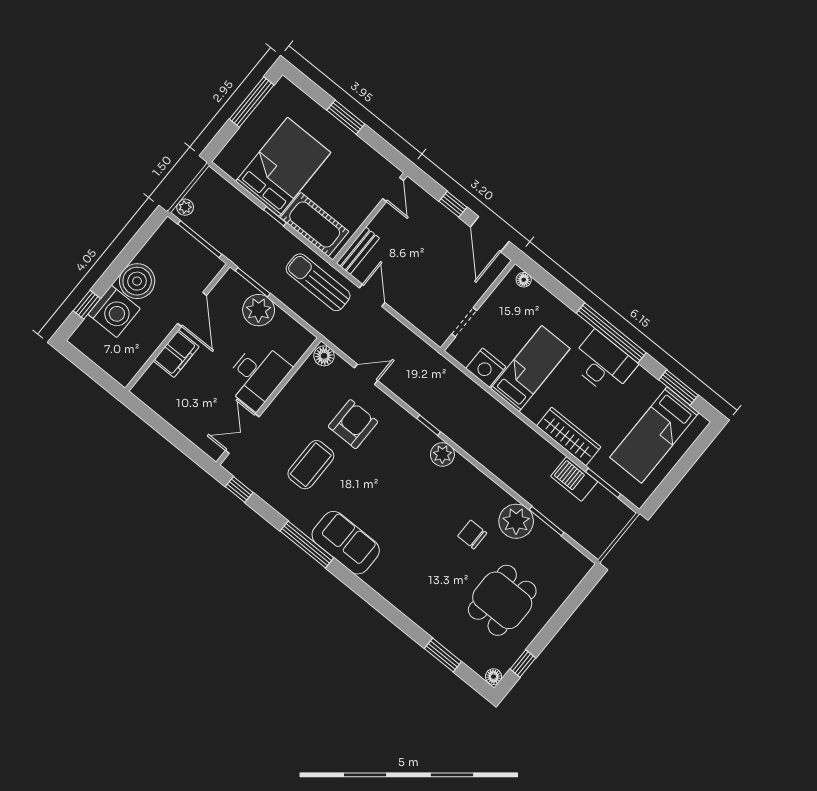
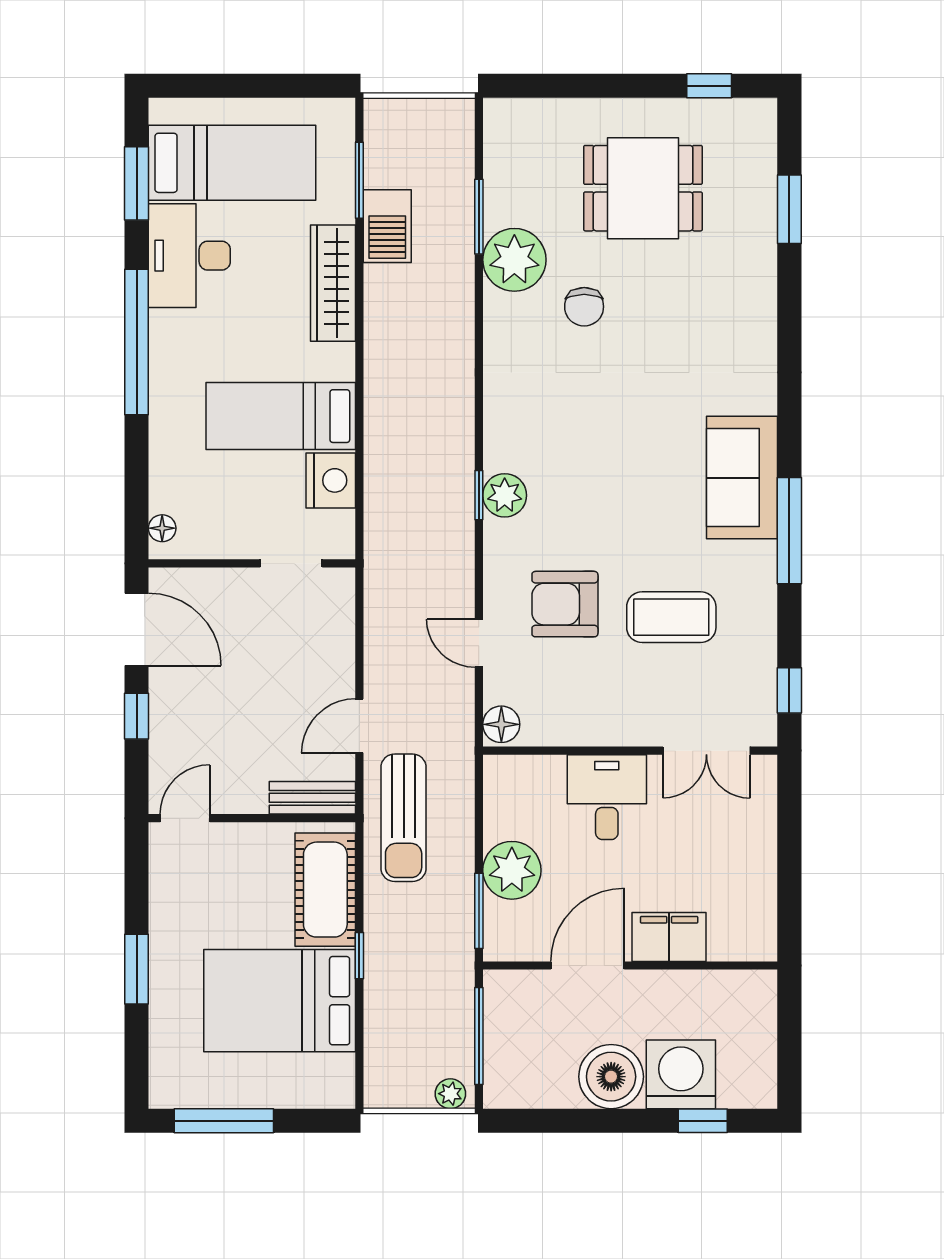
door: (490, 234) -> (137, 629), hinge flipped
desk: (603, 363) -> (189, 256), moved
desk: (257, 375) -> (607, 797), width x0.73
plant: (442, 454) -> (505, 495), moved
floor lamp: (494, 677) -> (762, 112), removed

